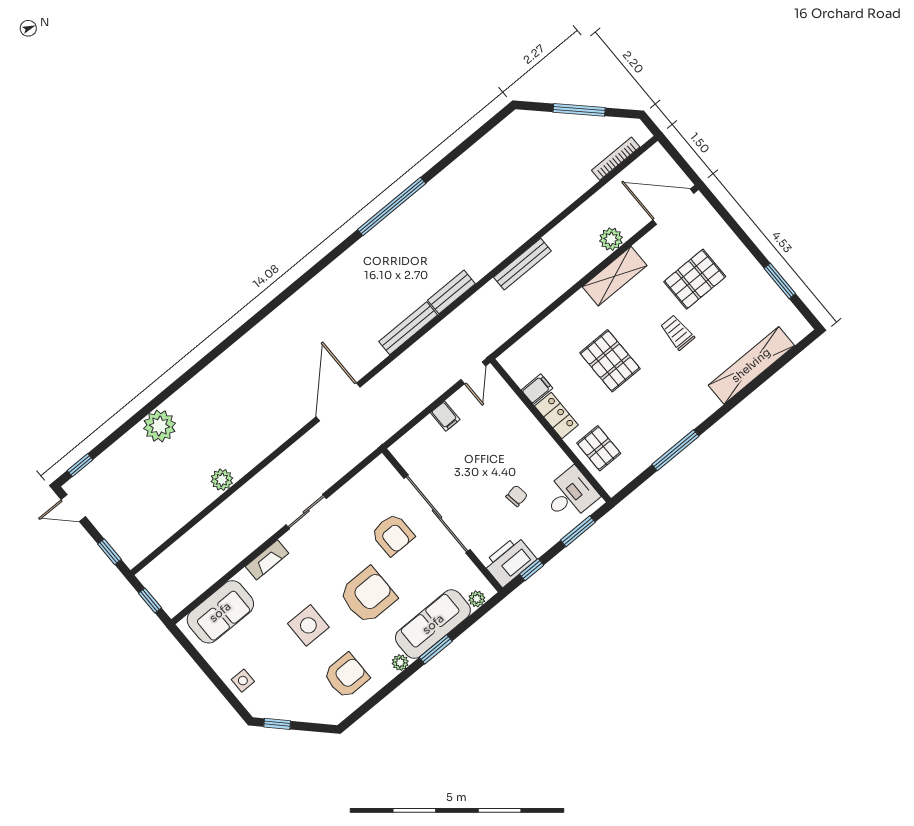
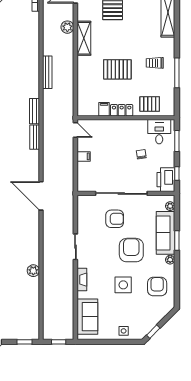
bench: (408, 328) -> (35, 137), width x0.73
trolley: (677, 332) -> (155, 63), moved

